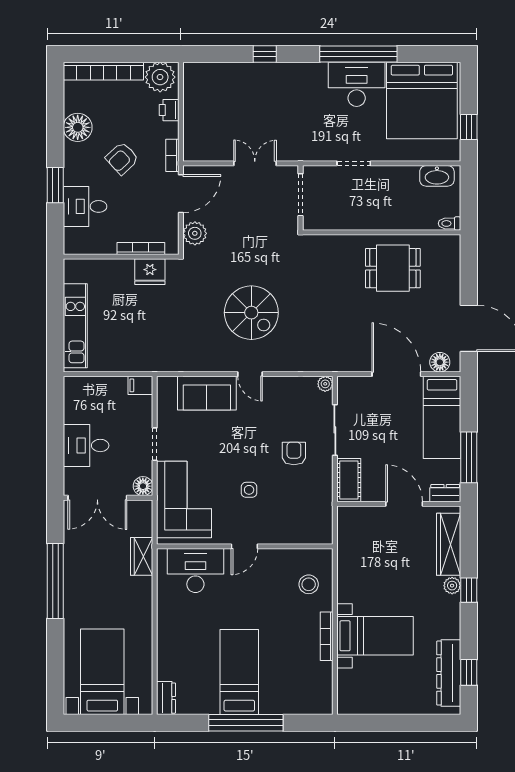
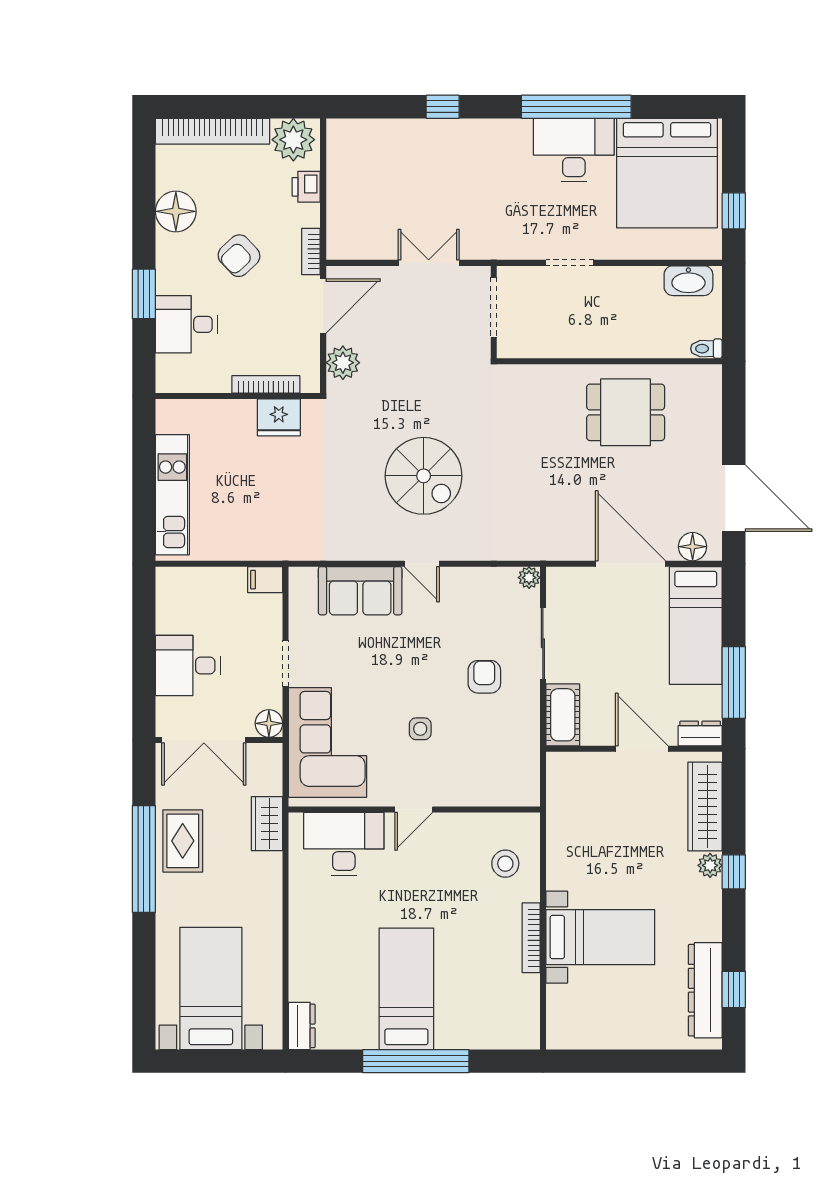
rug: (83, 568) -> (183, 841), added

